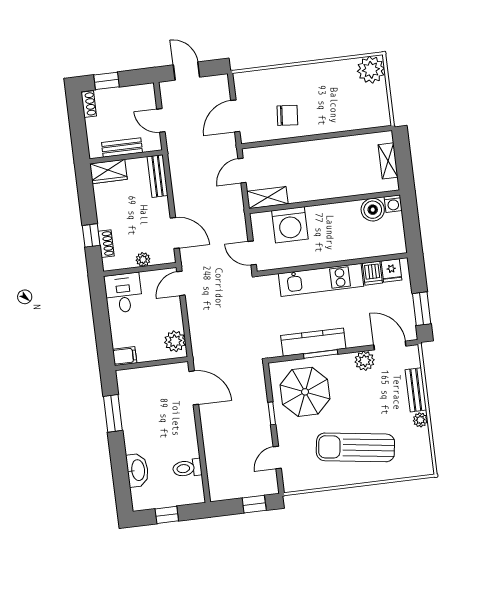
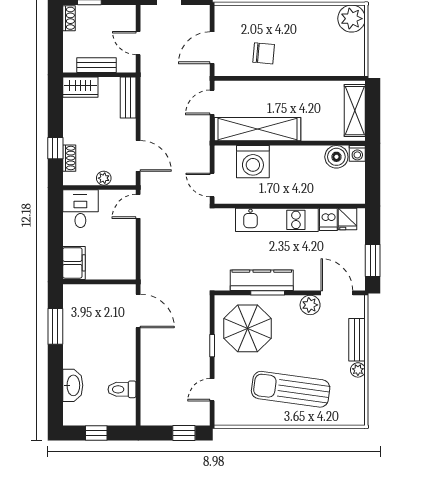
shelving: (388, 161) -> (355, 111), width x1.50, depth x1.33
shelving: (267, 198) -> (258, 129), width x2.20, depth x1.33
plant: (175, 341) -> (125, 263), removed
filing cabinet: (125, 356) -> (74, 263), width x2.00

